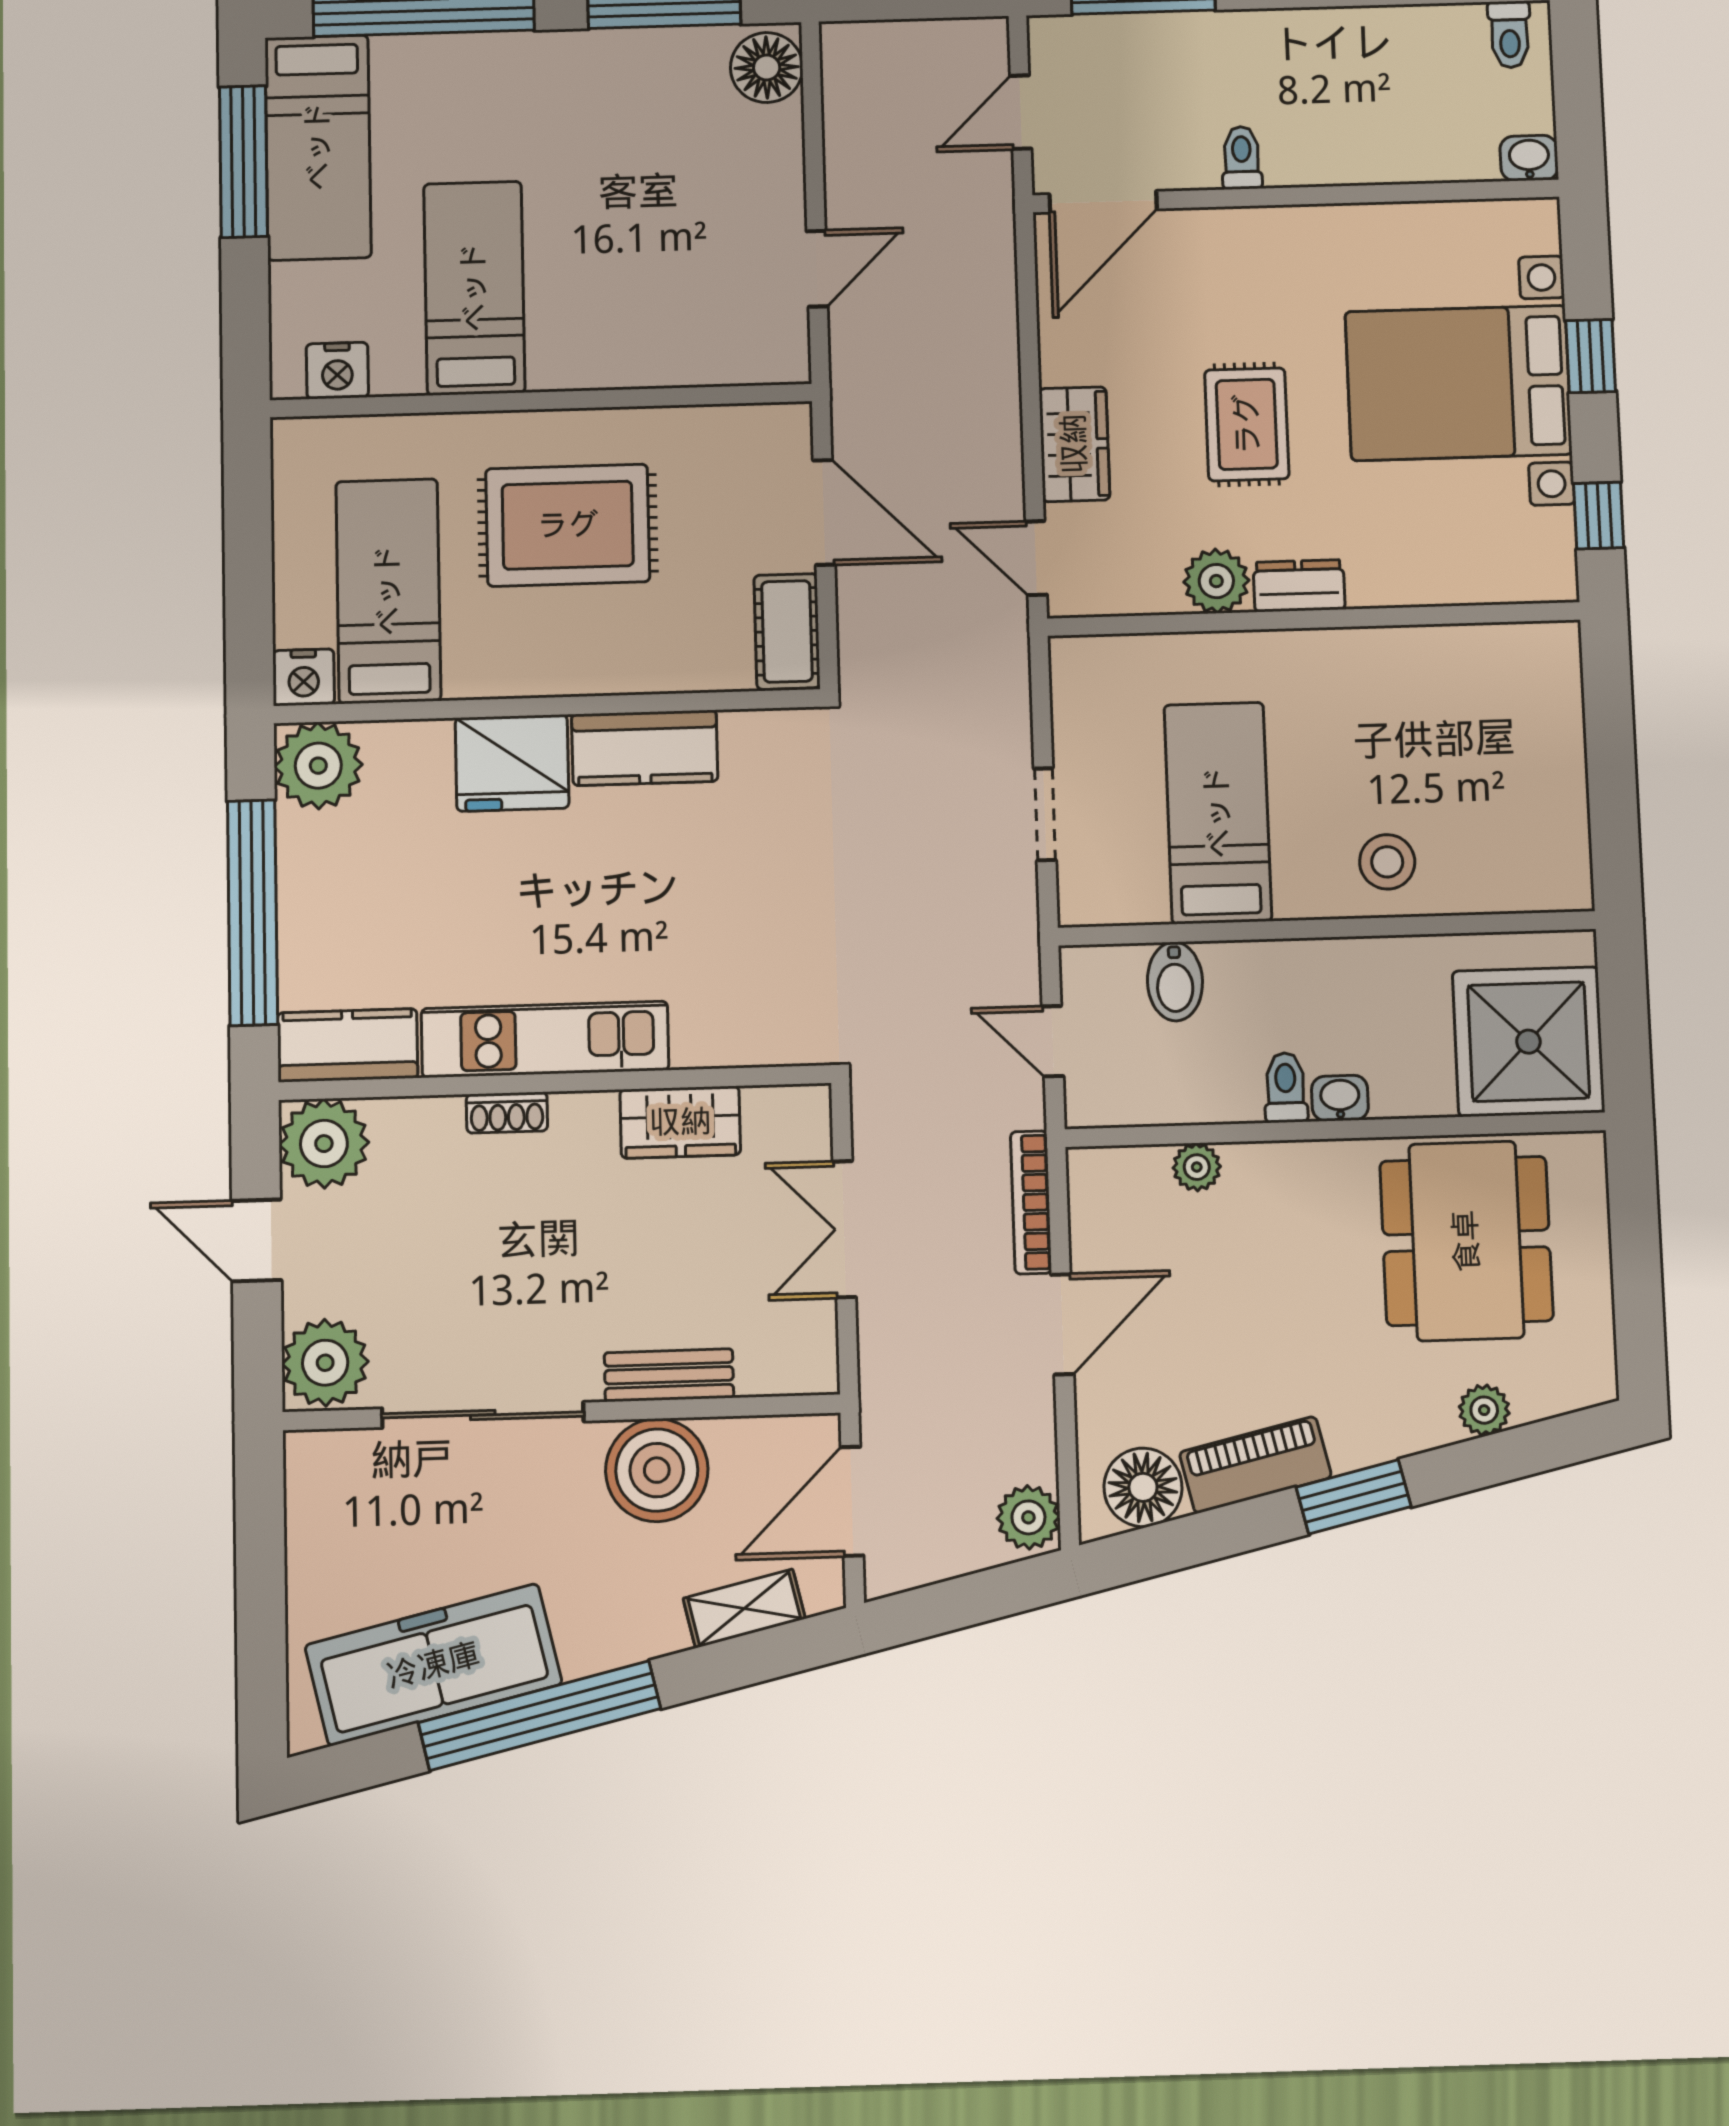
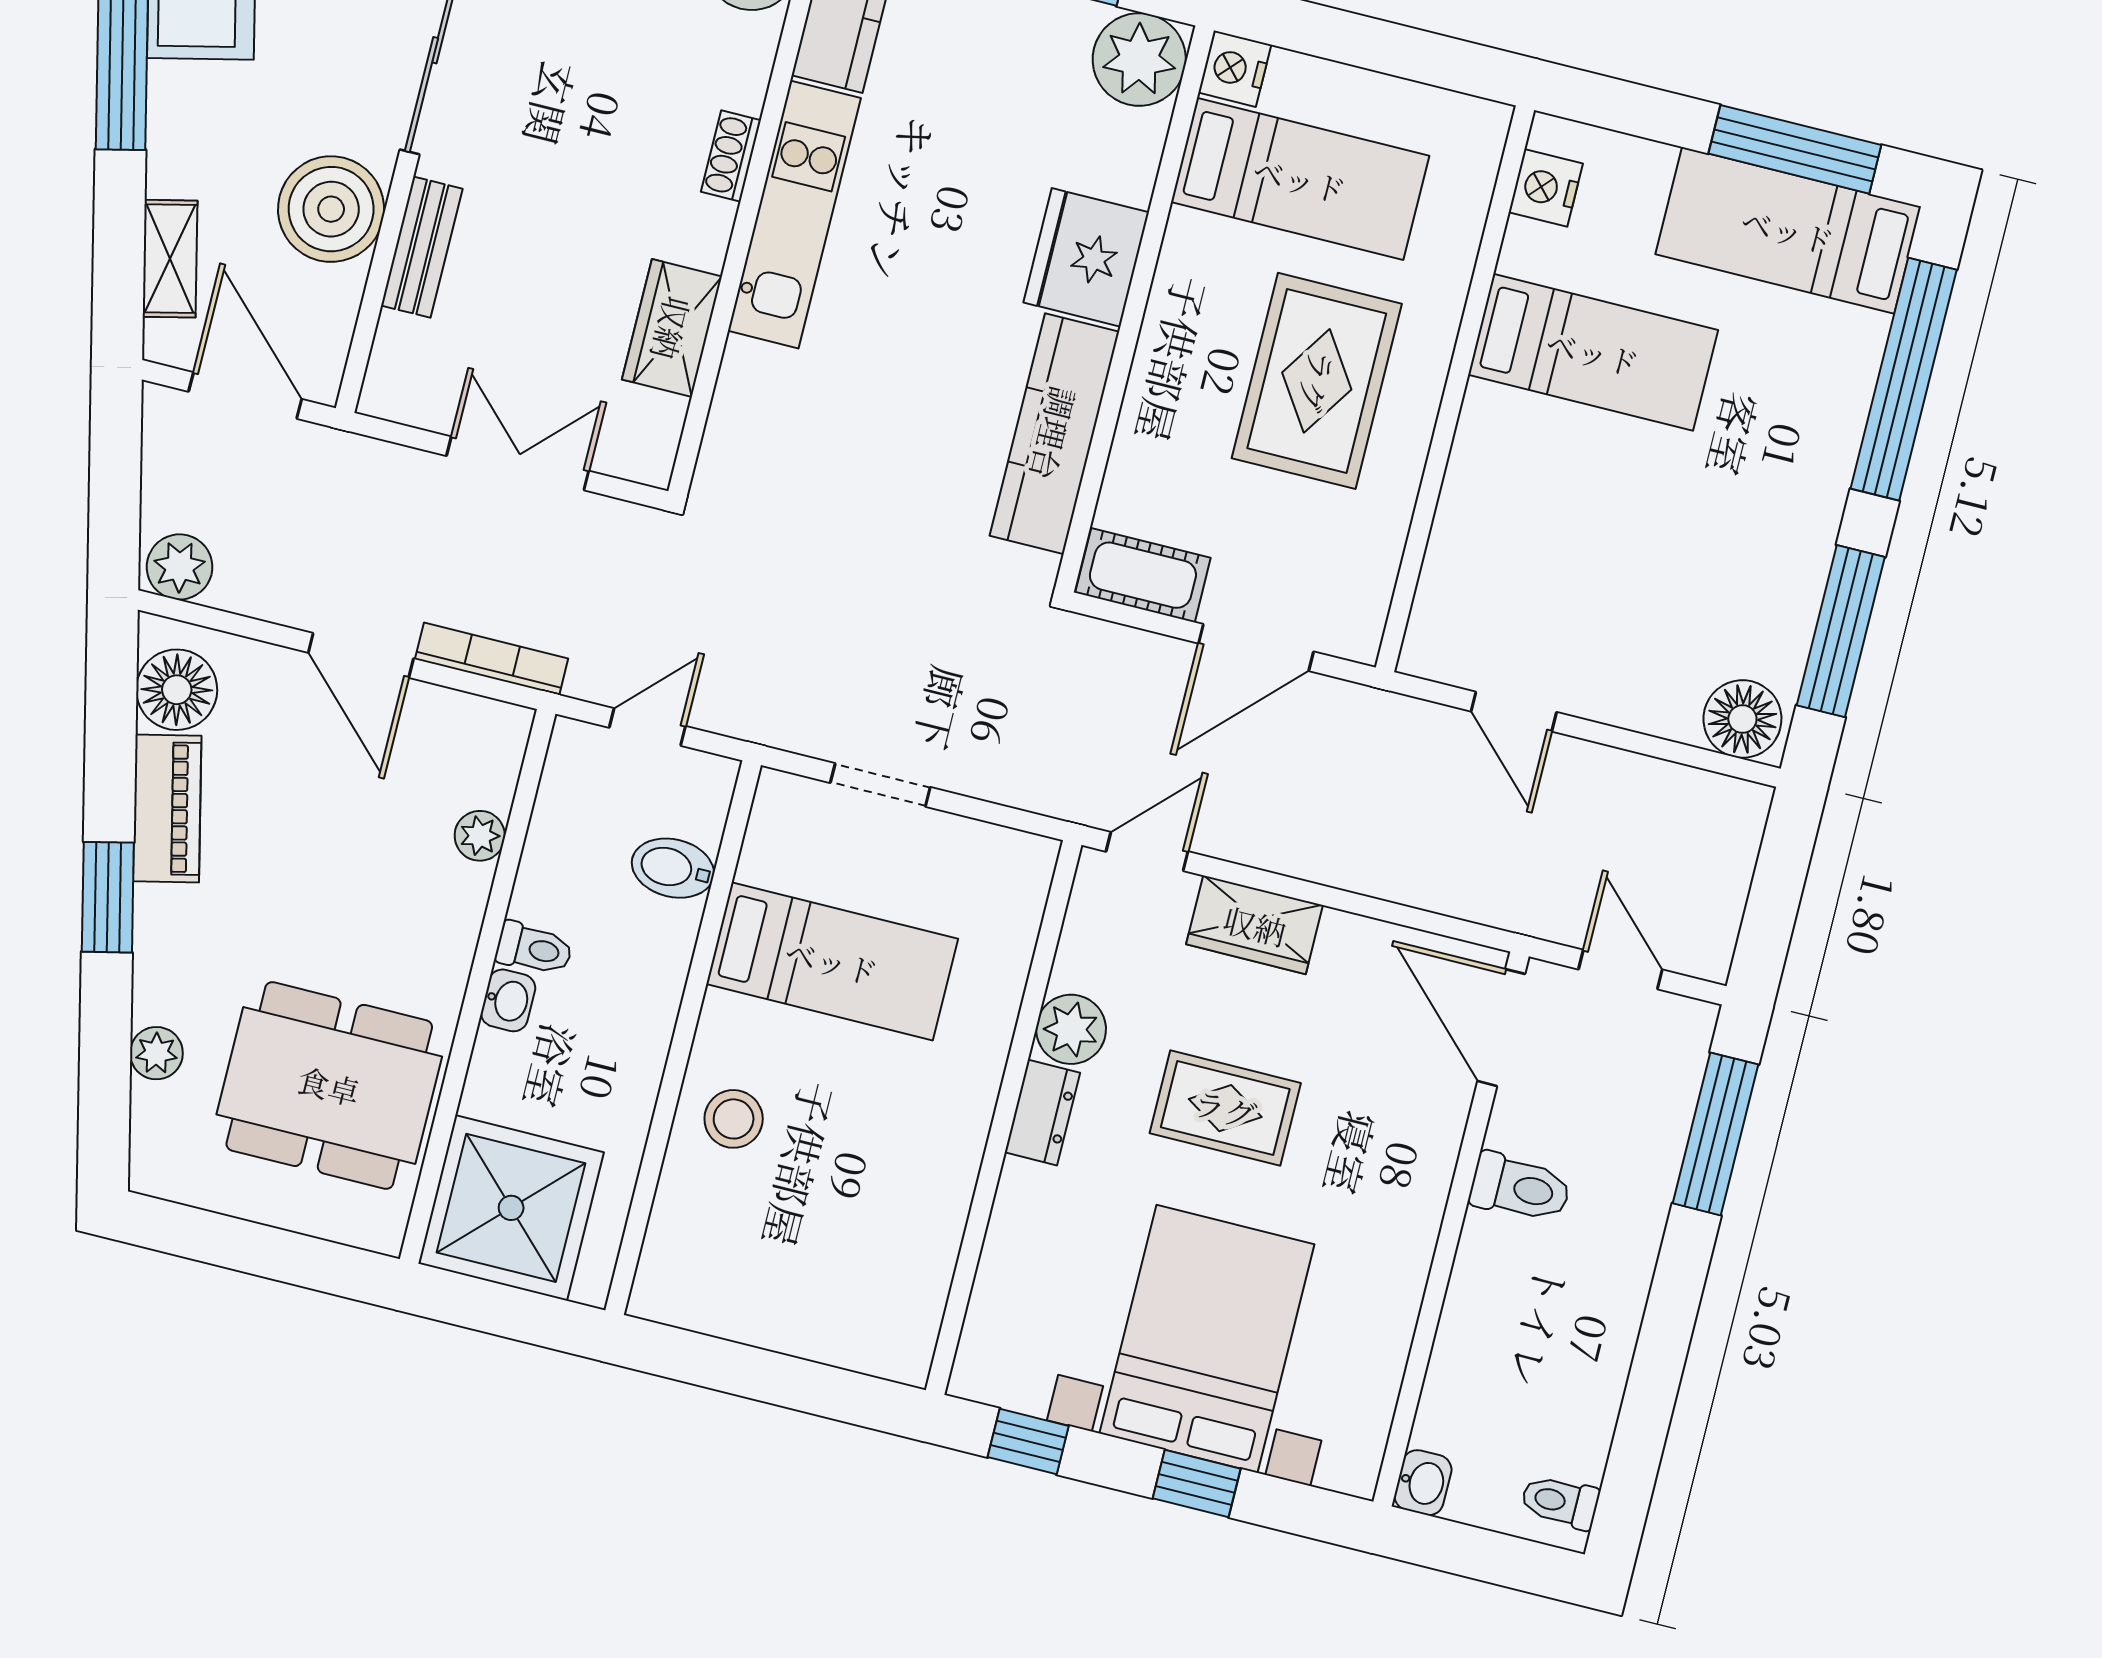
toilet: (1242, 158) -> (1520, 1188), width x1.37, depth x1.39
kitchen counter: (645, 748) -> (1054, 434), width x1.50

